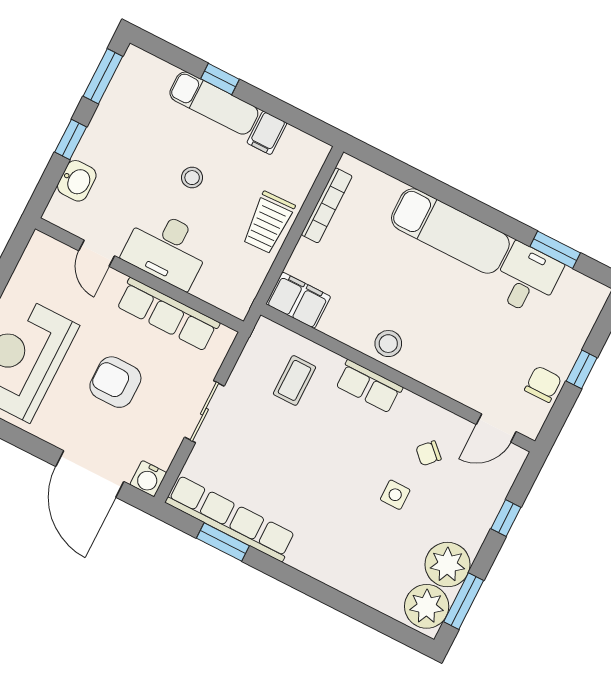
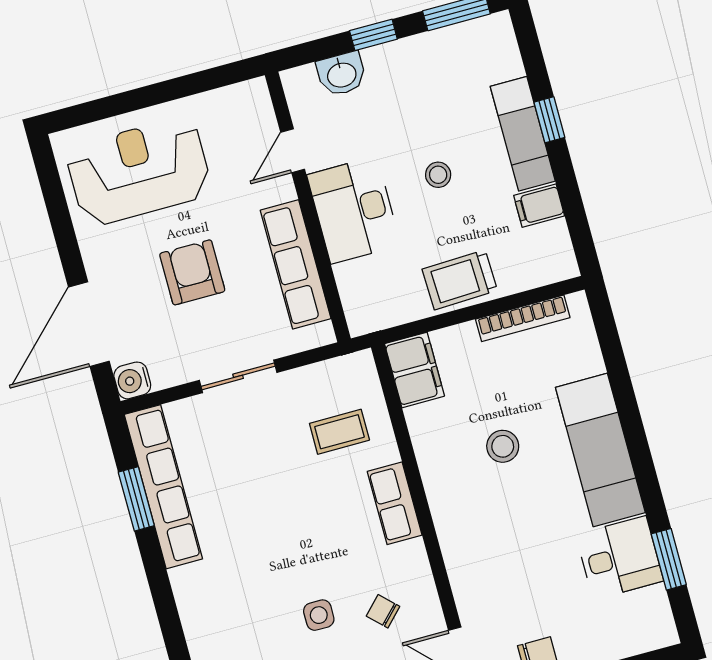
stool: (388, 344) -> (503, 446), moved

